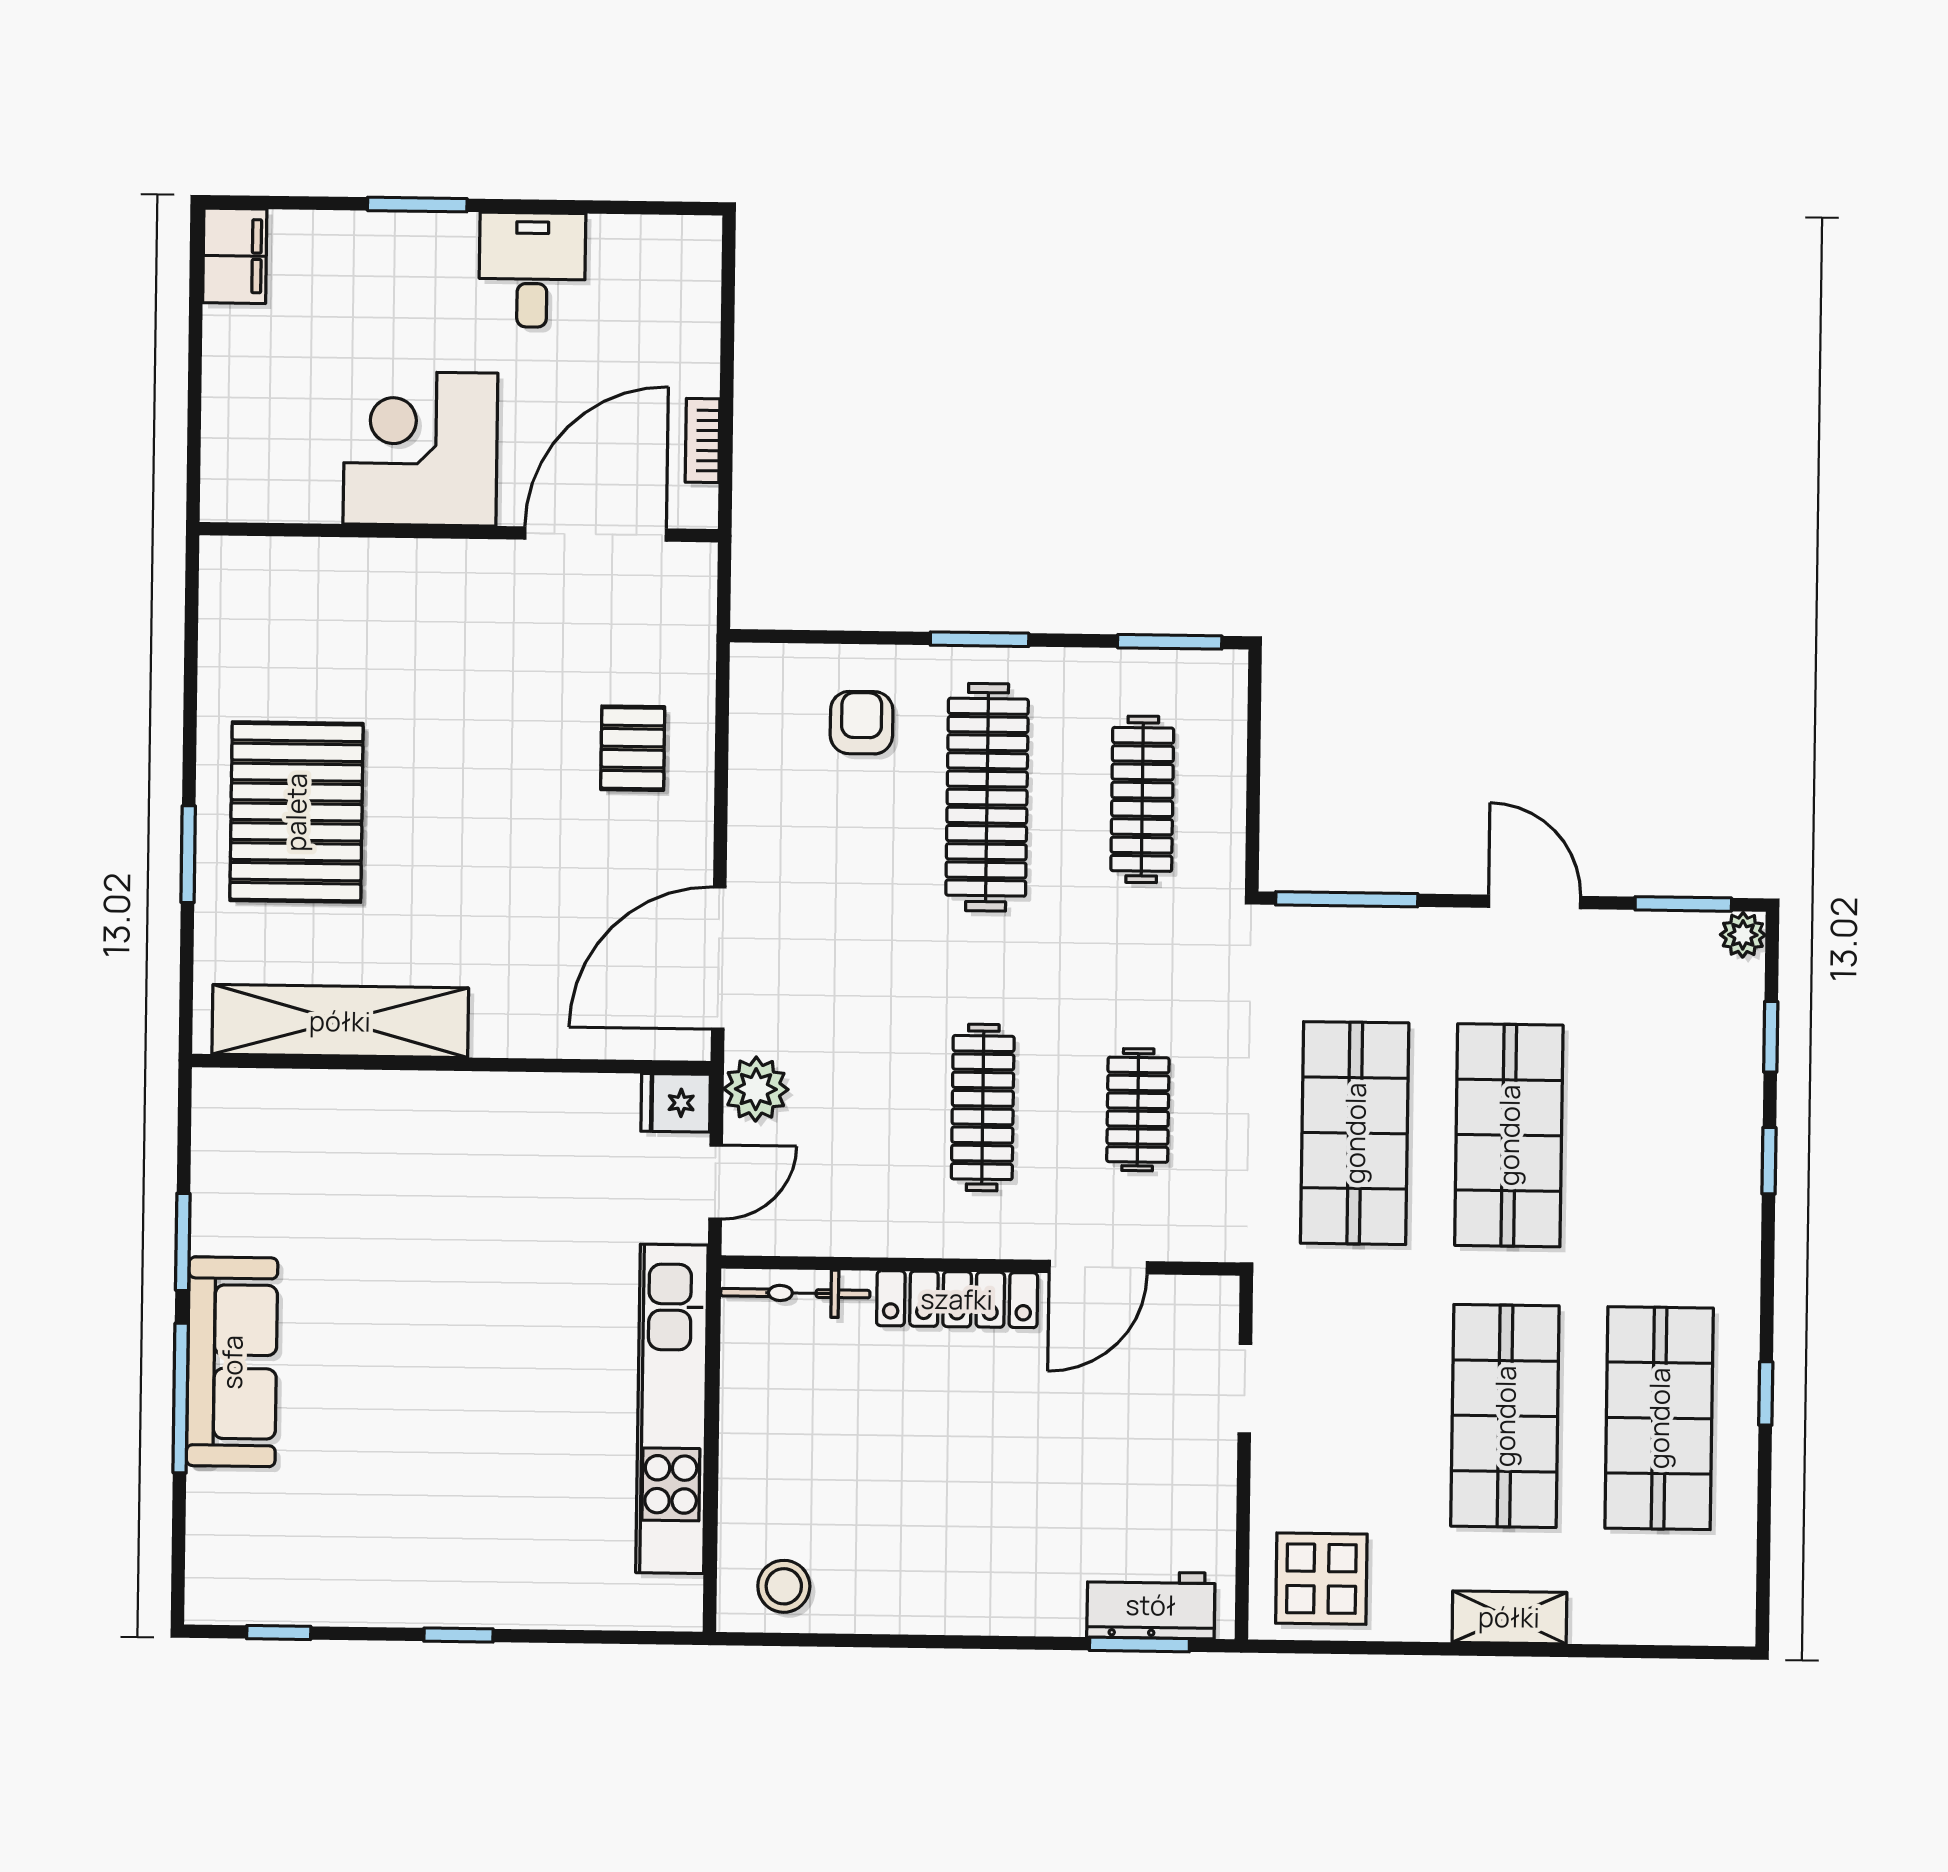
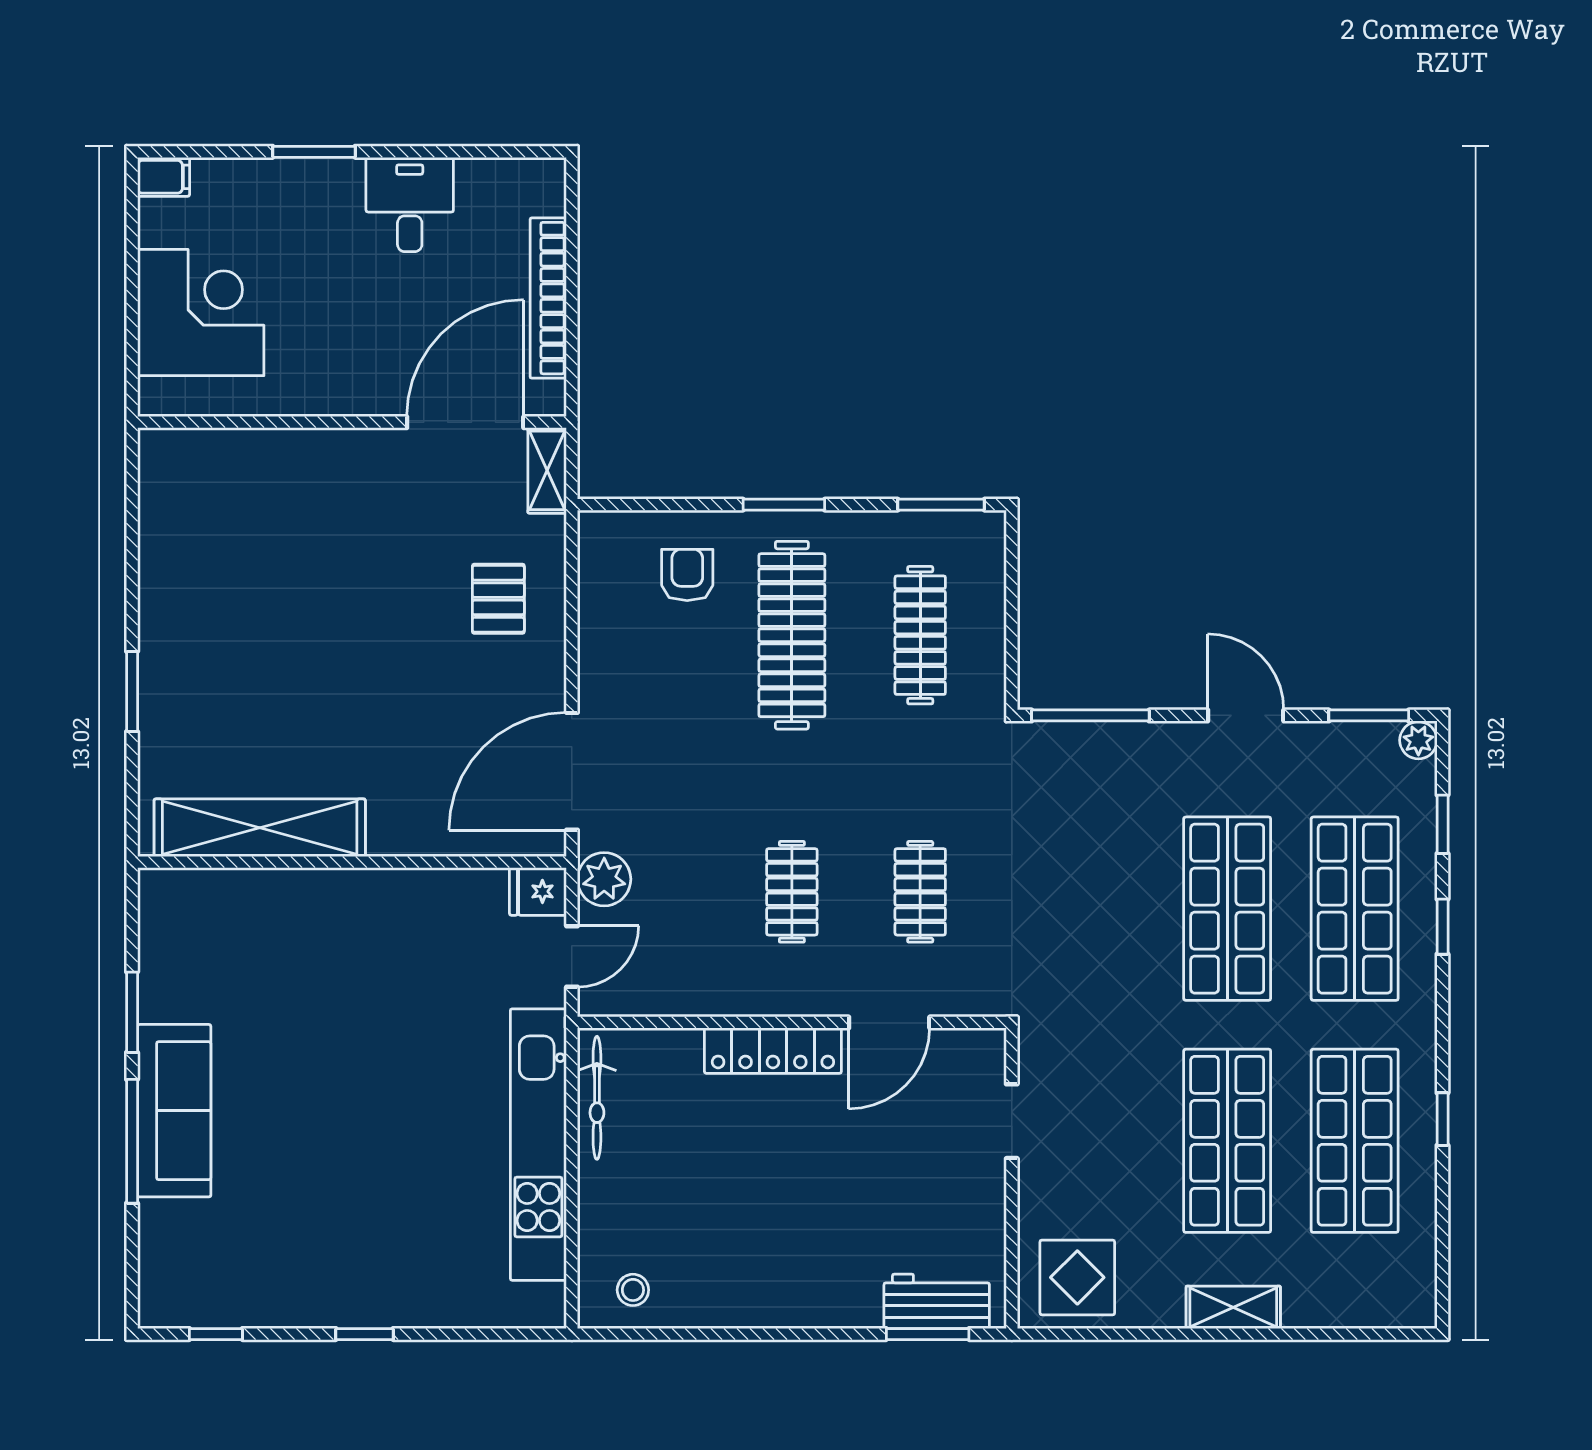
filing cabinet: (235, 256) -> (164, 177), width x0.50
bookcase: (703, 440) -> (548, 298), width x2.31, depth x1.31
corner desk: (420, 449) -> (201, 312), moved, turned 90
shelving: (694, 594) -> (547, 470), added
pallet: (296, 812) -> (221, 655), removed
clothes rail: (983, 1108) -> (792, 892), width x0.73
shop shelf: (1355, 1133) -> (1355, 909), moved
bicycle: (795, 1293) -> (597, 1098), moved, turned -90
stool: (784, 1586) -> (633, 1290), width x0.73, depth x0.73

